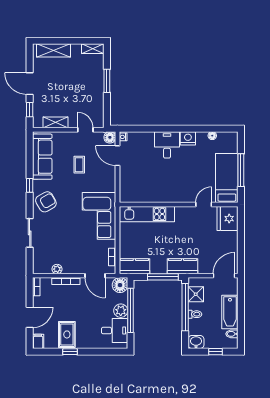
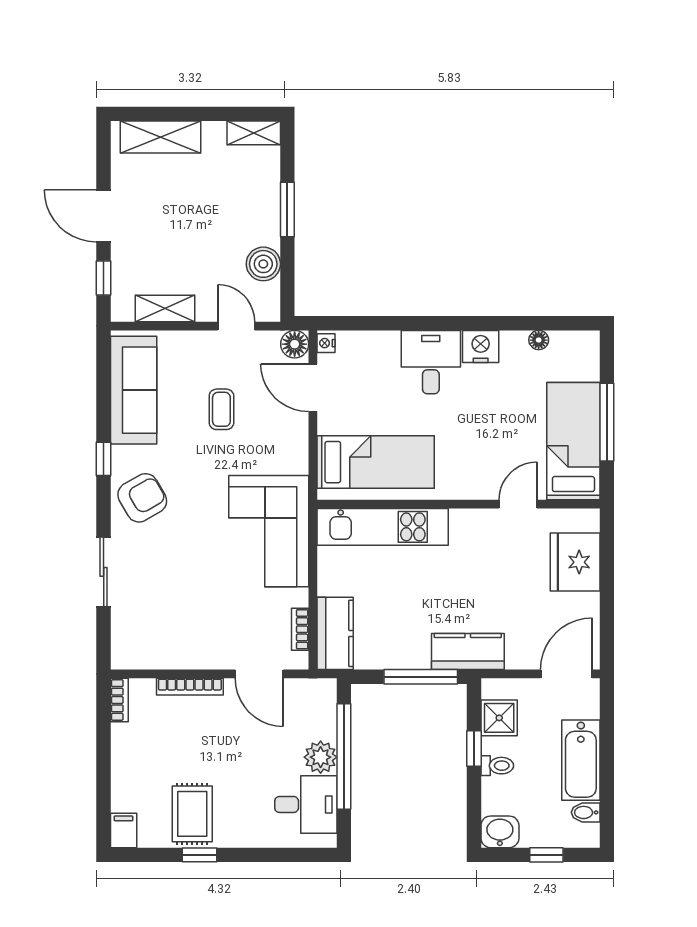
boiler: (97, 104) -> (263, 264), added
bed: (144, 187) -> (376, 462), added
fridge: (228, 219) -> (575, 562), moved
kitchen counter: (134, 266) -> (335, 633), moved, turned 90
plant: (57, 269) -> (169, 658), removed
floor lamp: (120, 285) -> (319, 696), removed
window: (185, 307) -> (474, 749), width x0.32
door: (30, 317) -> (104, 773), removed

